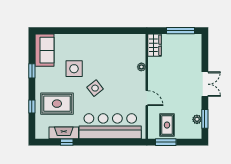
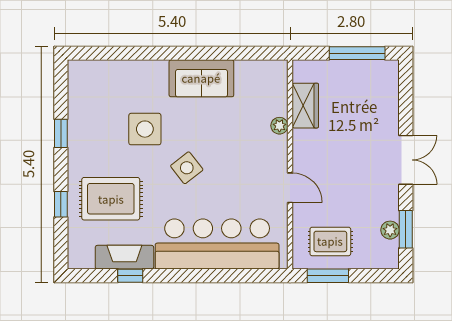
wardrobe: (154, 45) -> (305, 106), moved
sofa: (45, 50) -> (201, 78), moved, turned 90
rug: (167, 125) -> (330, 241), turned 90

